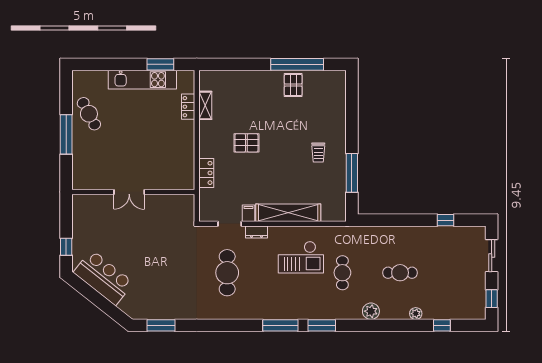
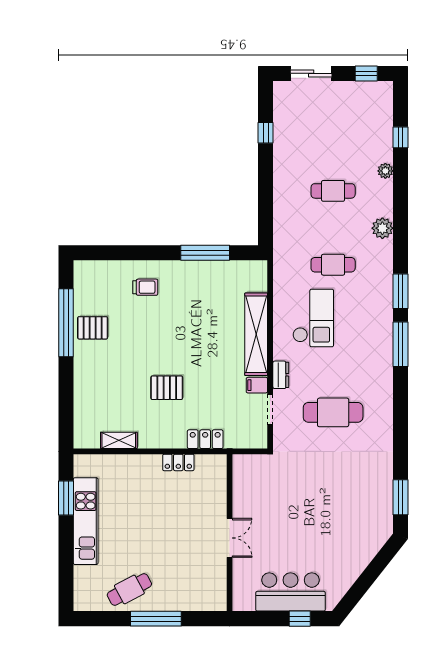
locker: (188, 107) -> (178, 462), moved
pallet: (246, 143) -> (167, 388), turned 90
trolley: (318, 153) -> (145, 287), moved
cafe table: (400, 273) -> (333, 191), turned 90
bar counter: (103, 277) -> (290, 592), moved, turned 52

